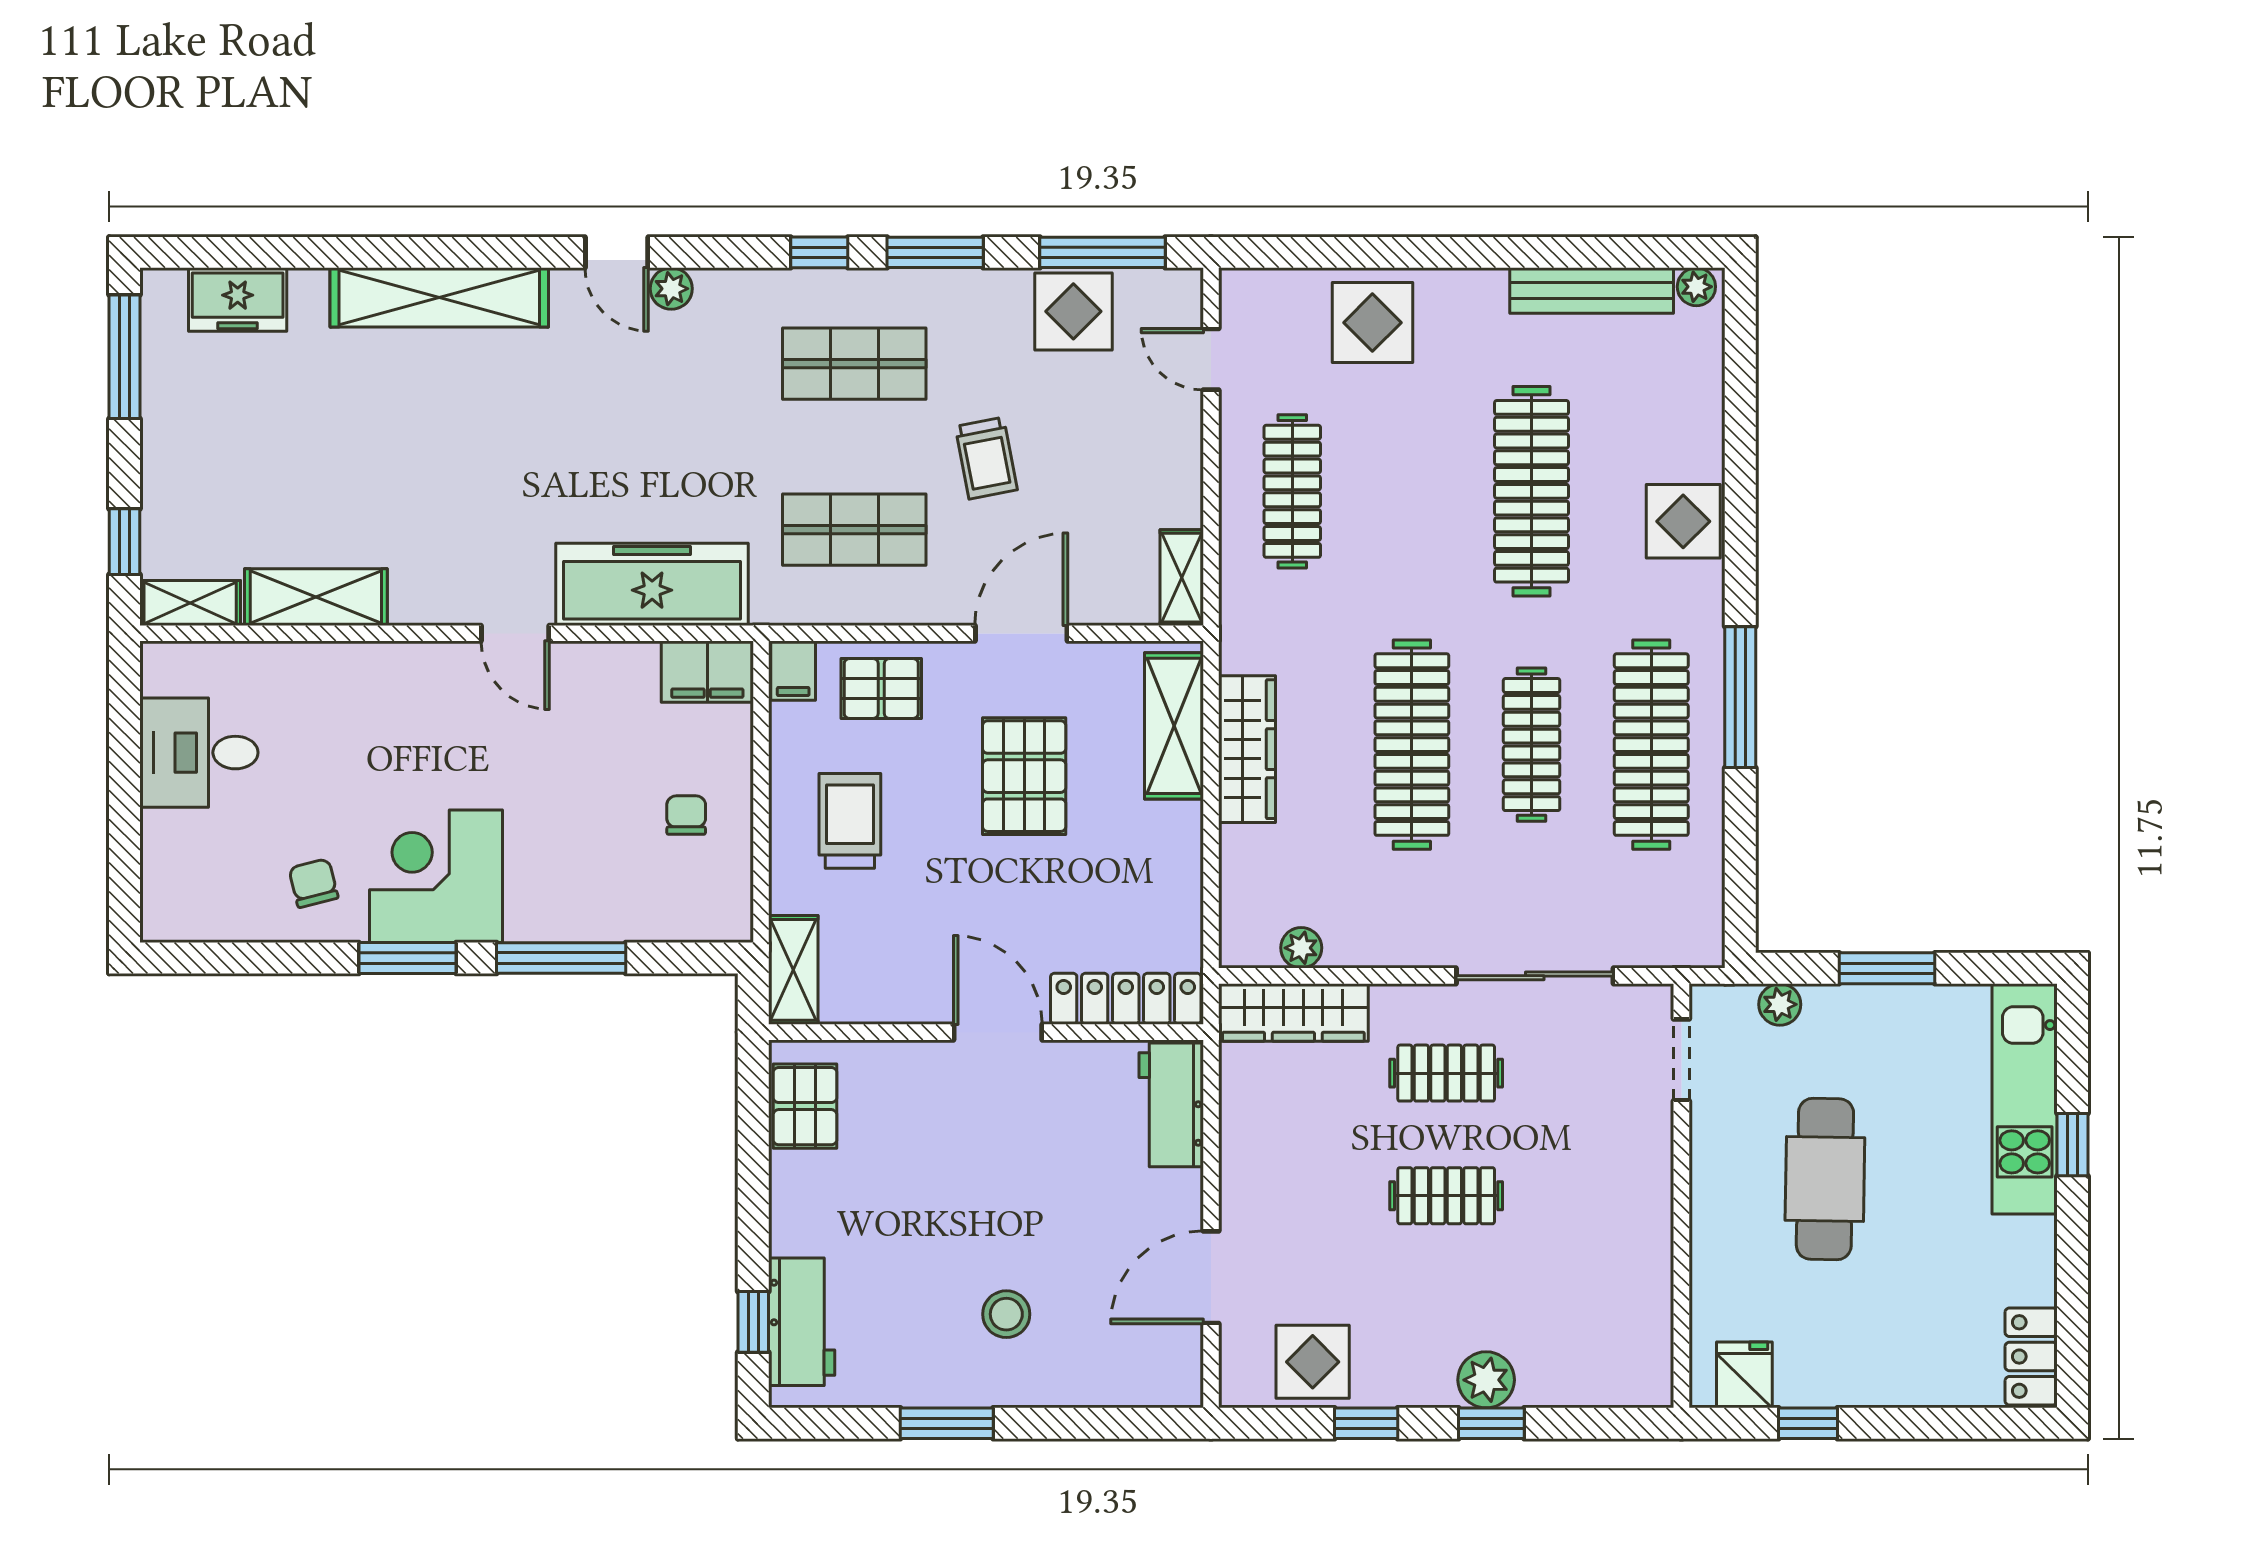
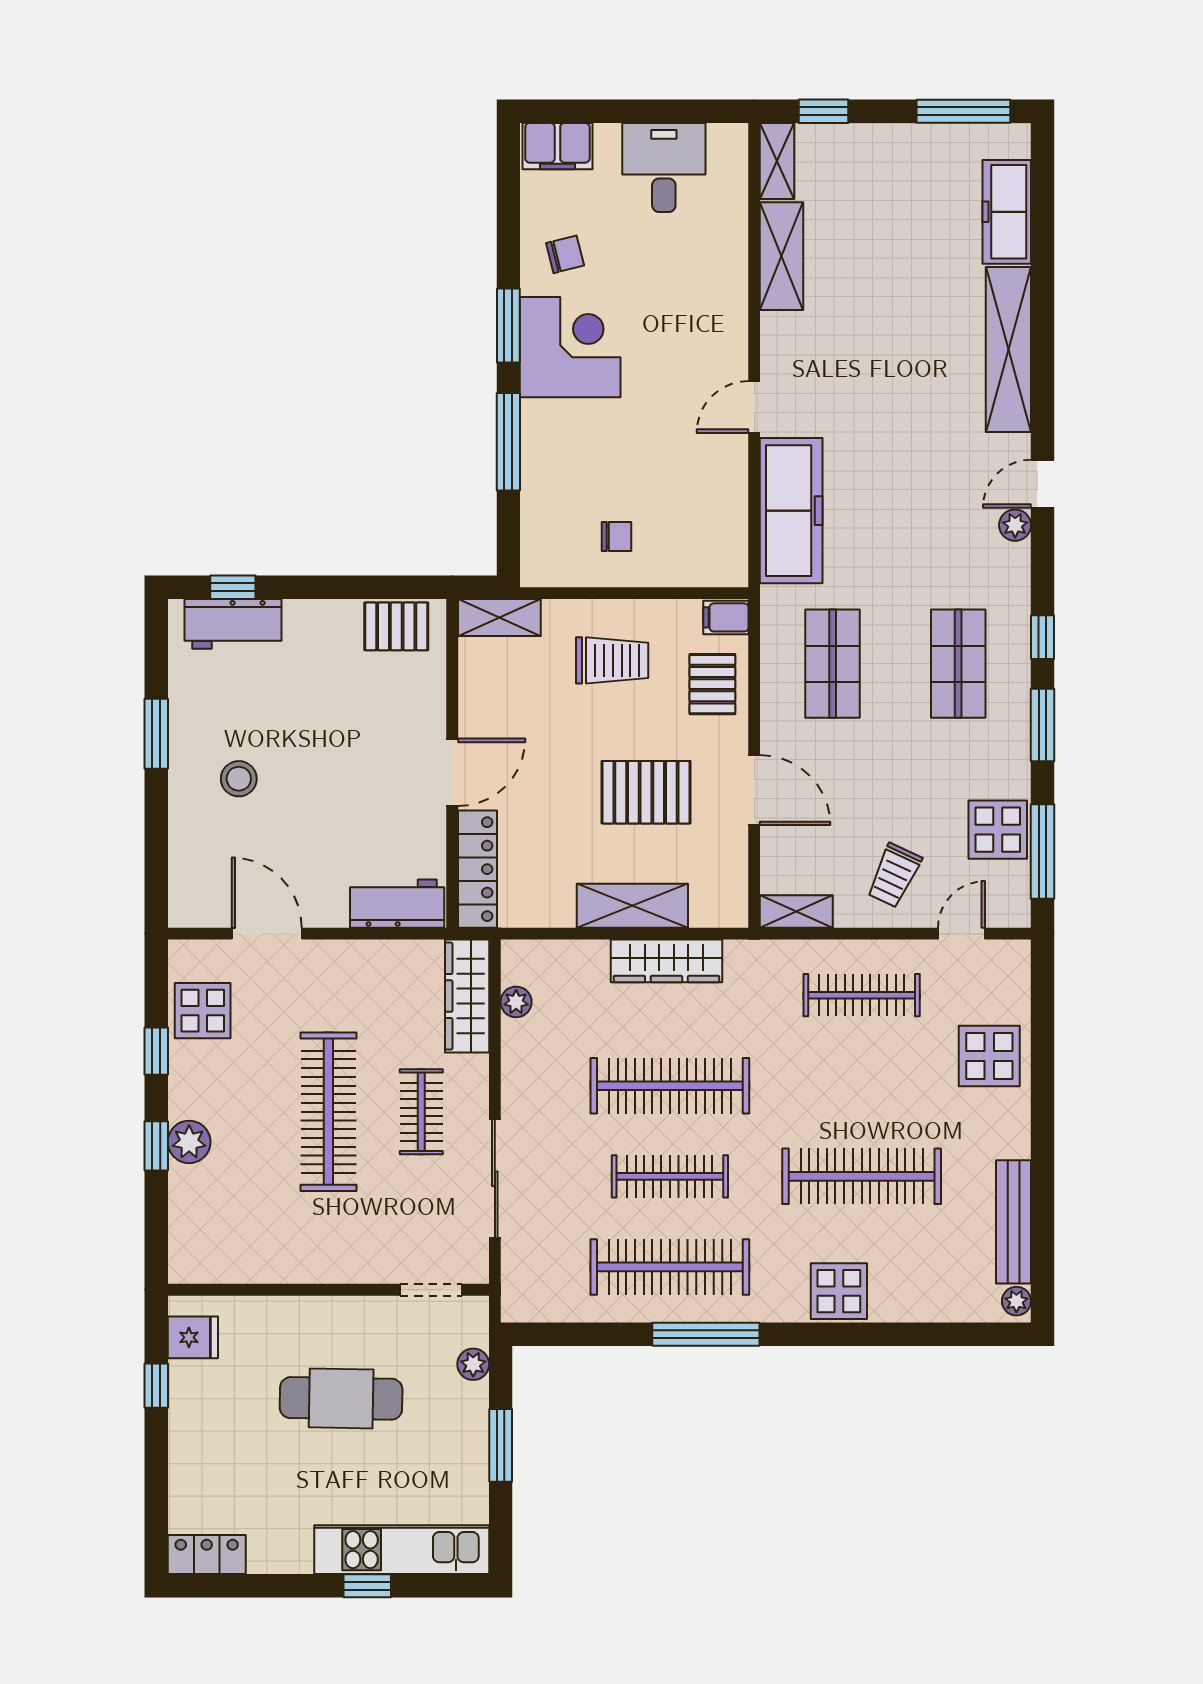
freezer: (238, 300) -> (1007, 212), width x1.40
trolley: (986, 458) -> (894, 875), moved, turned -54
filing cabinet: (707, 672) -> (557, 146), moved, turned -90
shelving: (1174, 726) -> (632, 906), moved
clothes rail: (1446, 1196) -> (328, 1112), width x1.86, depth x1.31

